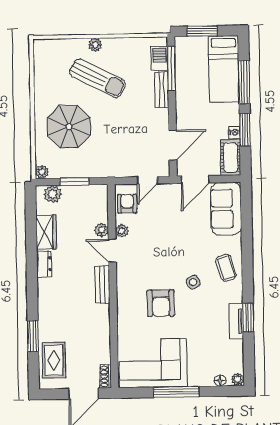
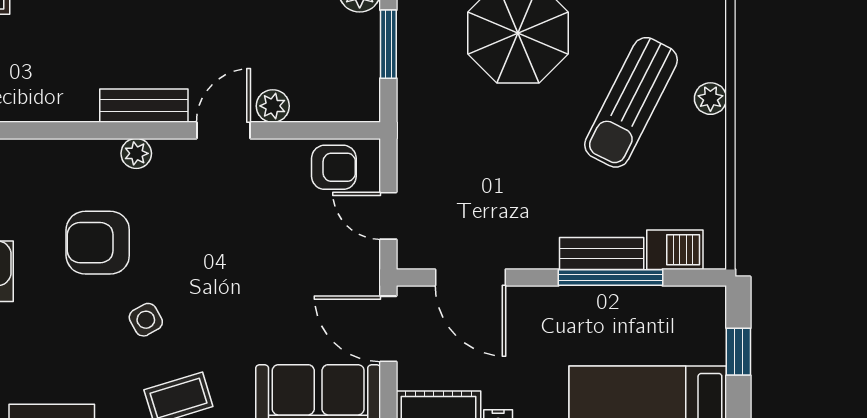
window: (202, 31) -> (738, 352), width x0.67
window: (171, 69) -> (611, 278), moved
plant: (122, 231) -> (136, 153), moved

